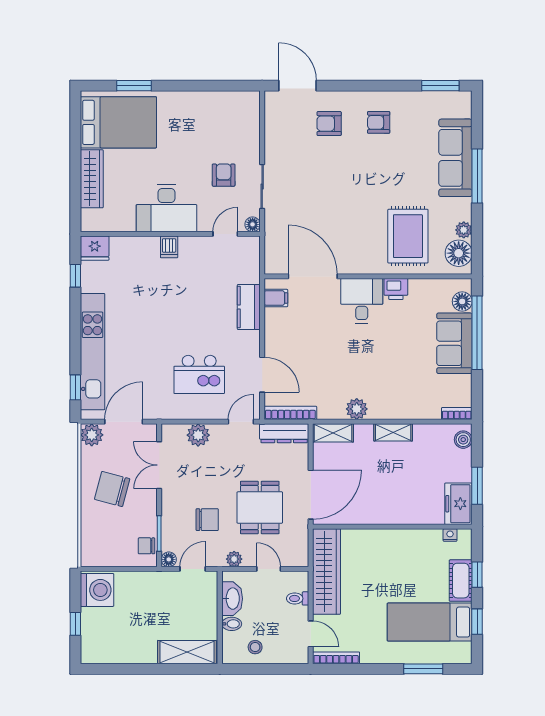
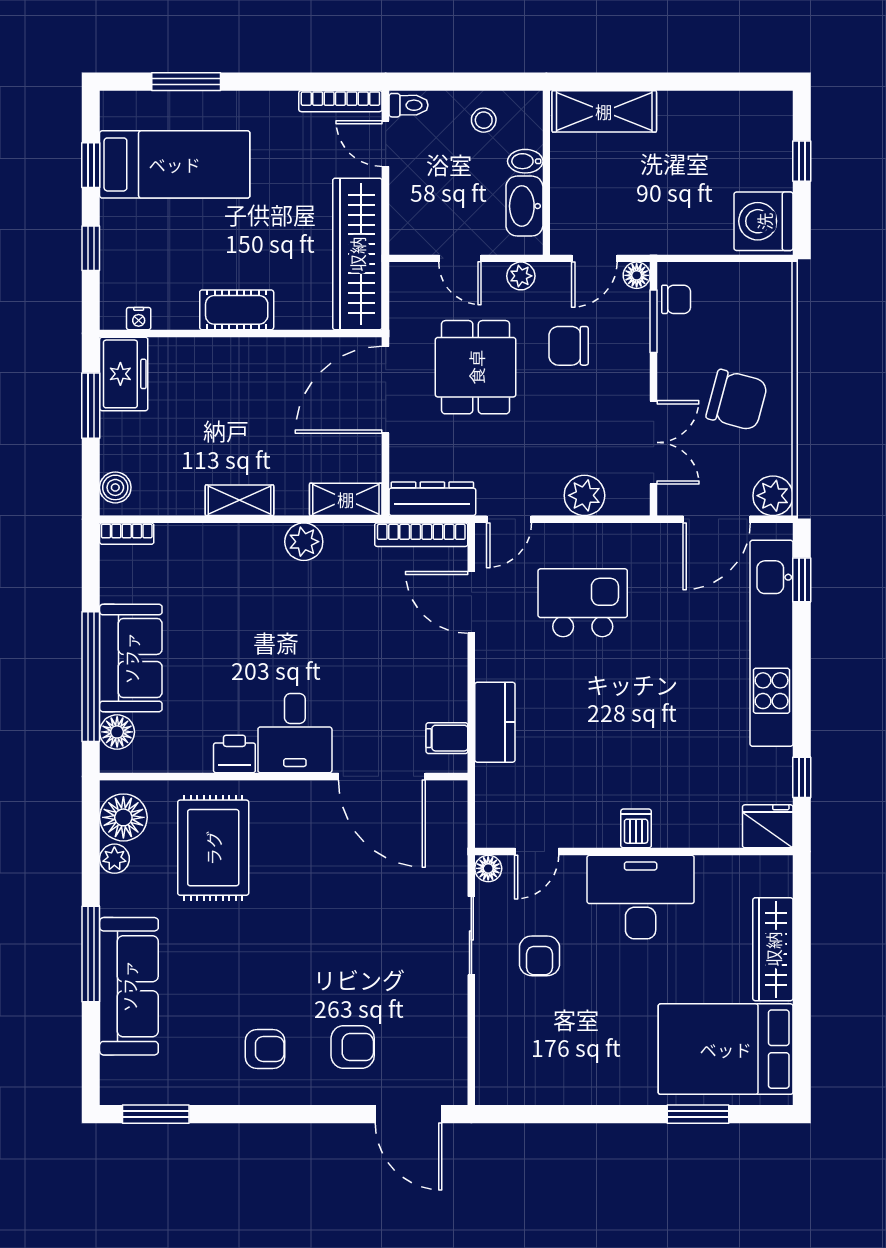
cot: (461, 581) -> (237, 310), moved, turned 90
toilet: (298, 598) -> (409, 105), moved

